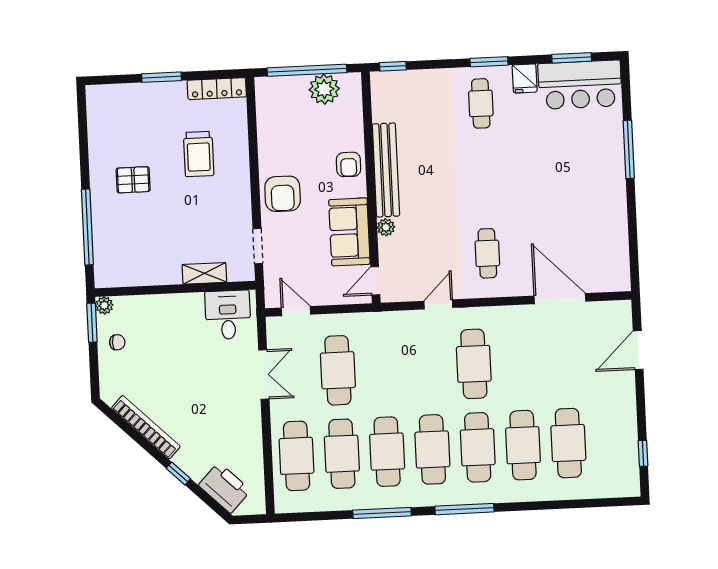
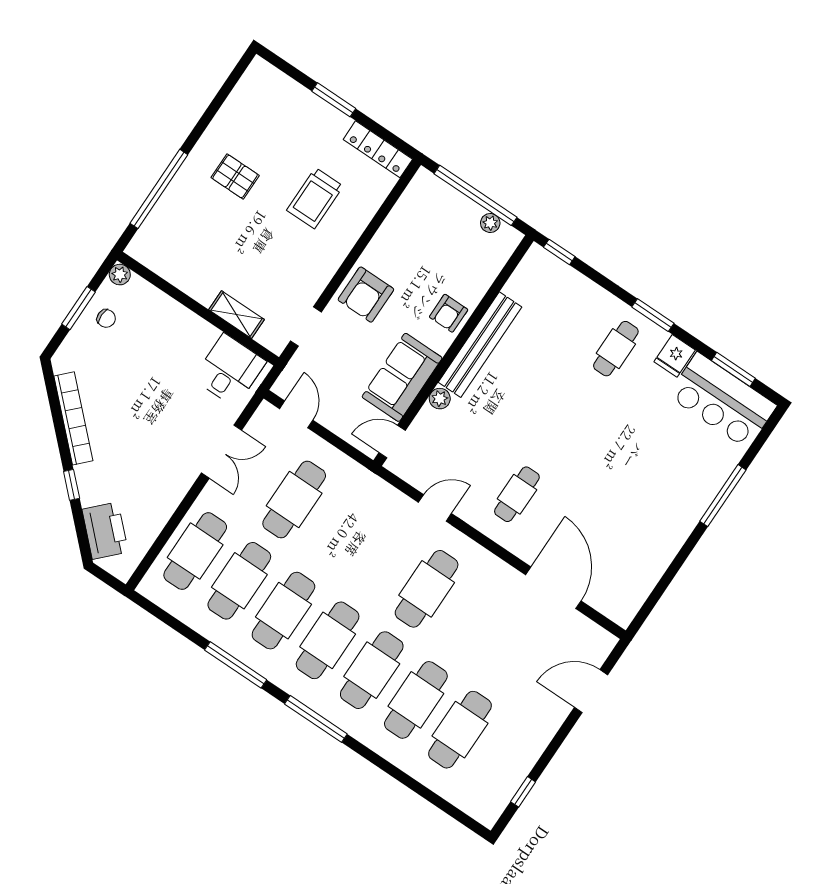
plant: (324, 89) -> (490, 223), width x0.53, depth x0.53
window: (92, 323) -> (79, 308), moved

